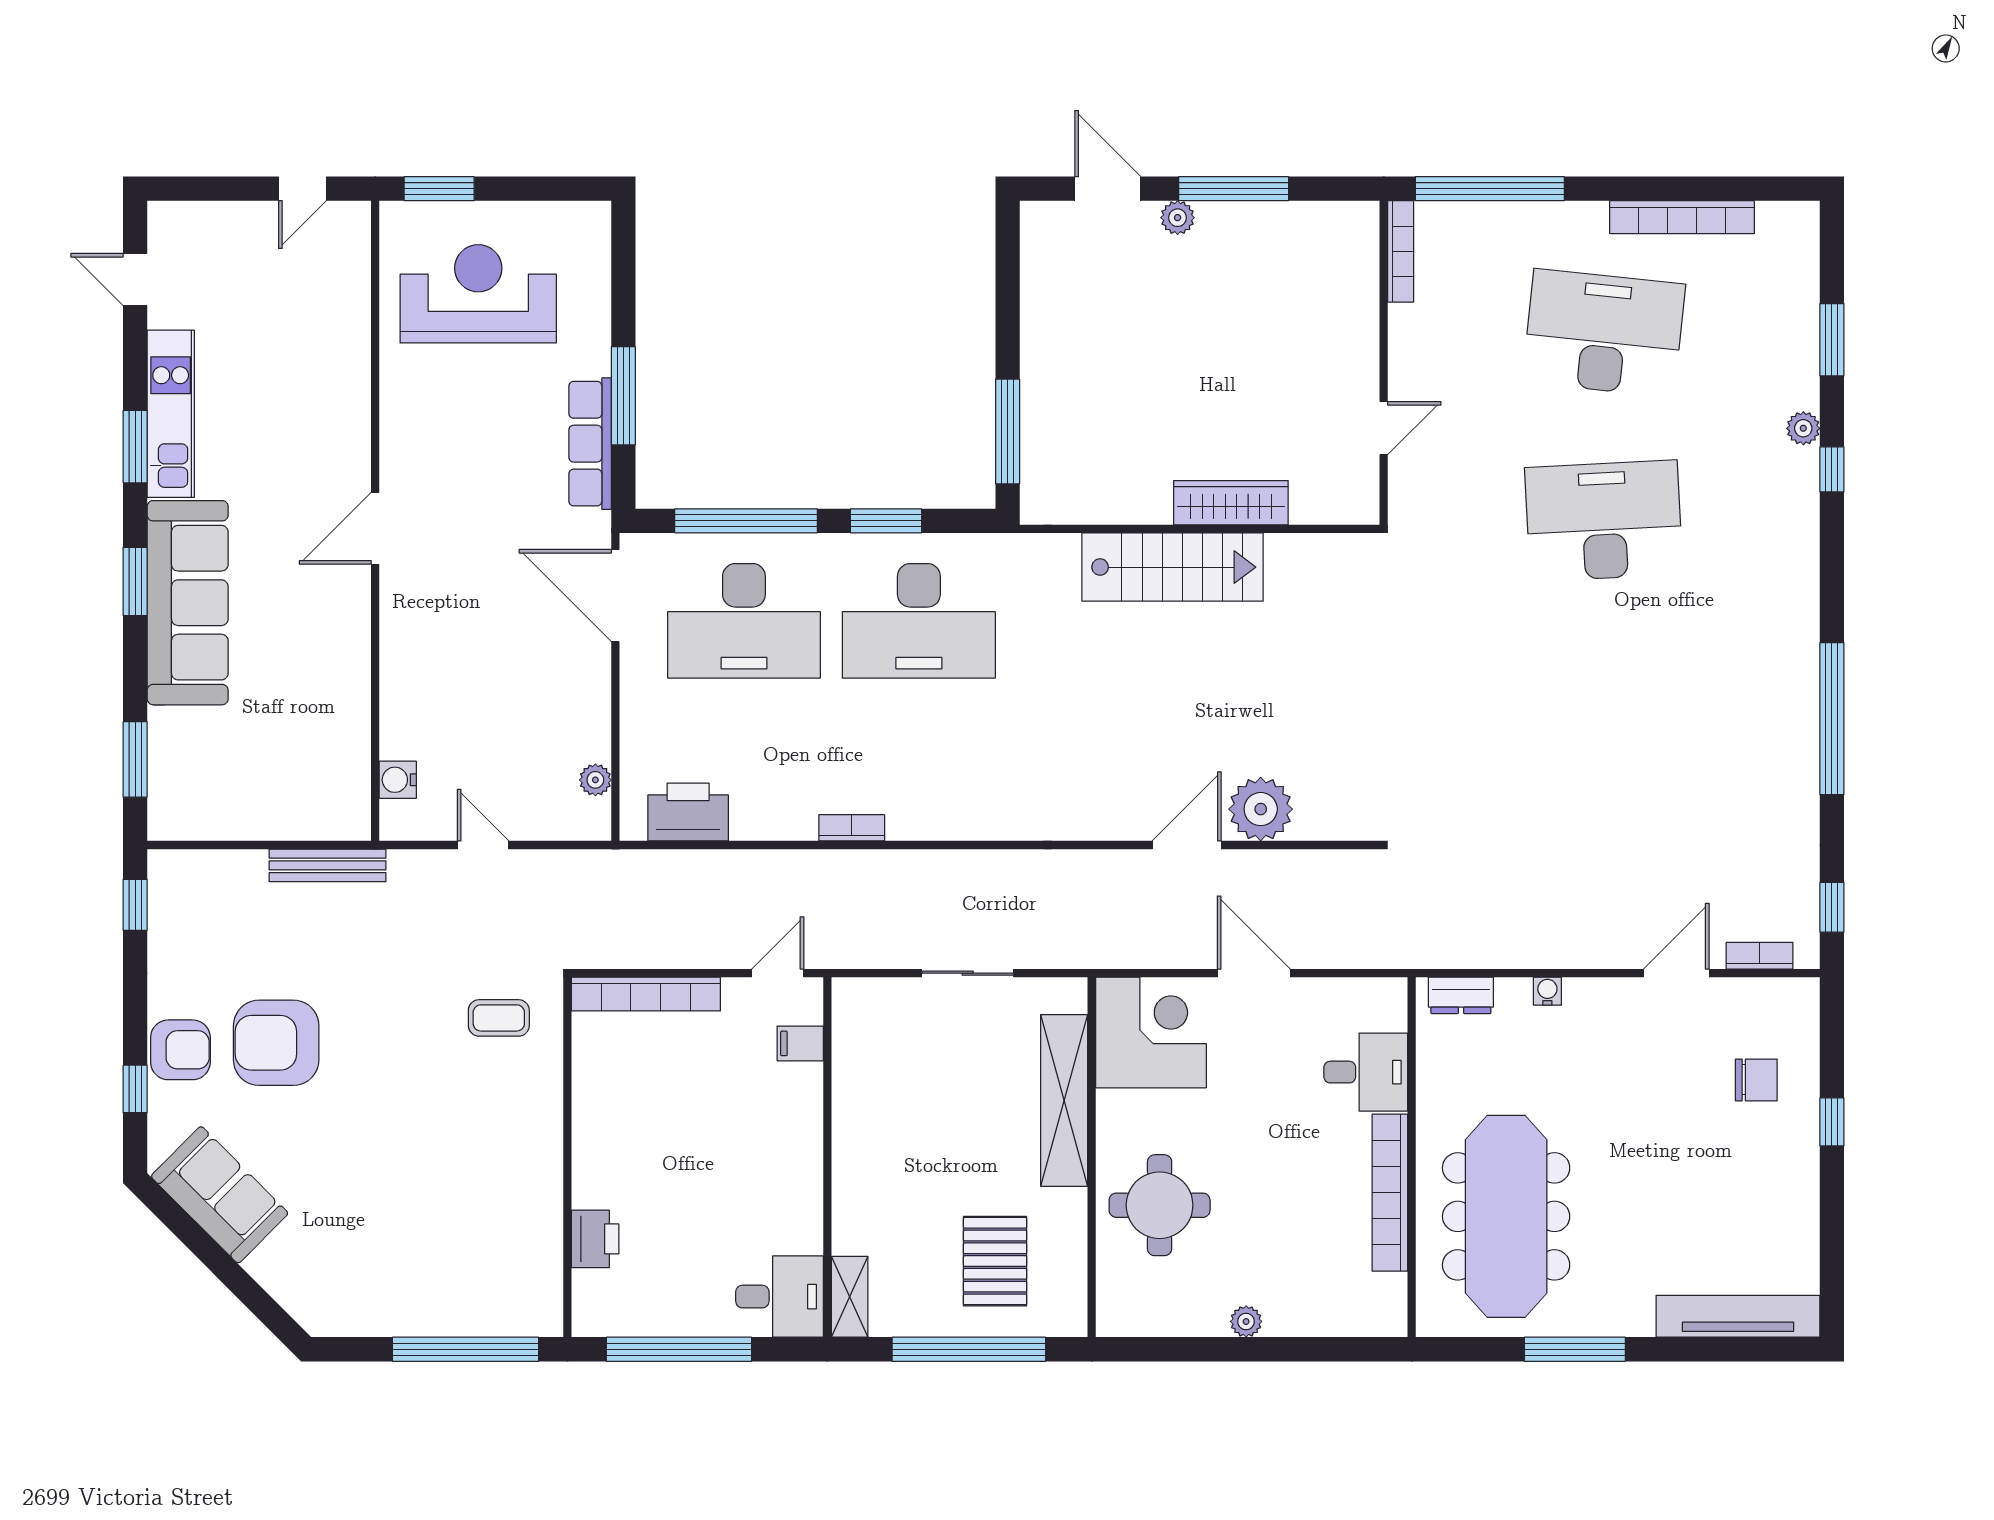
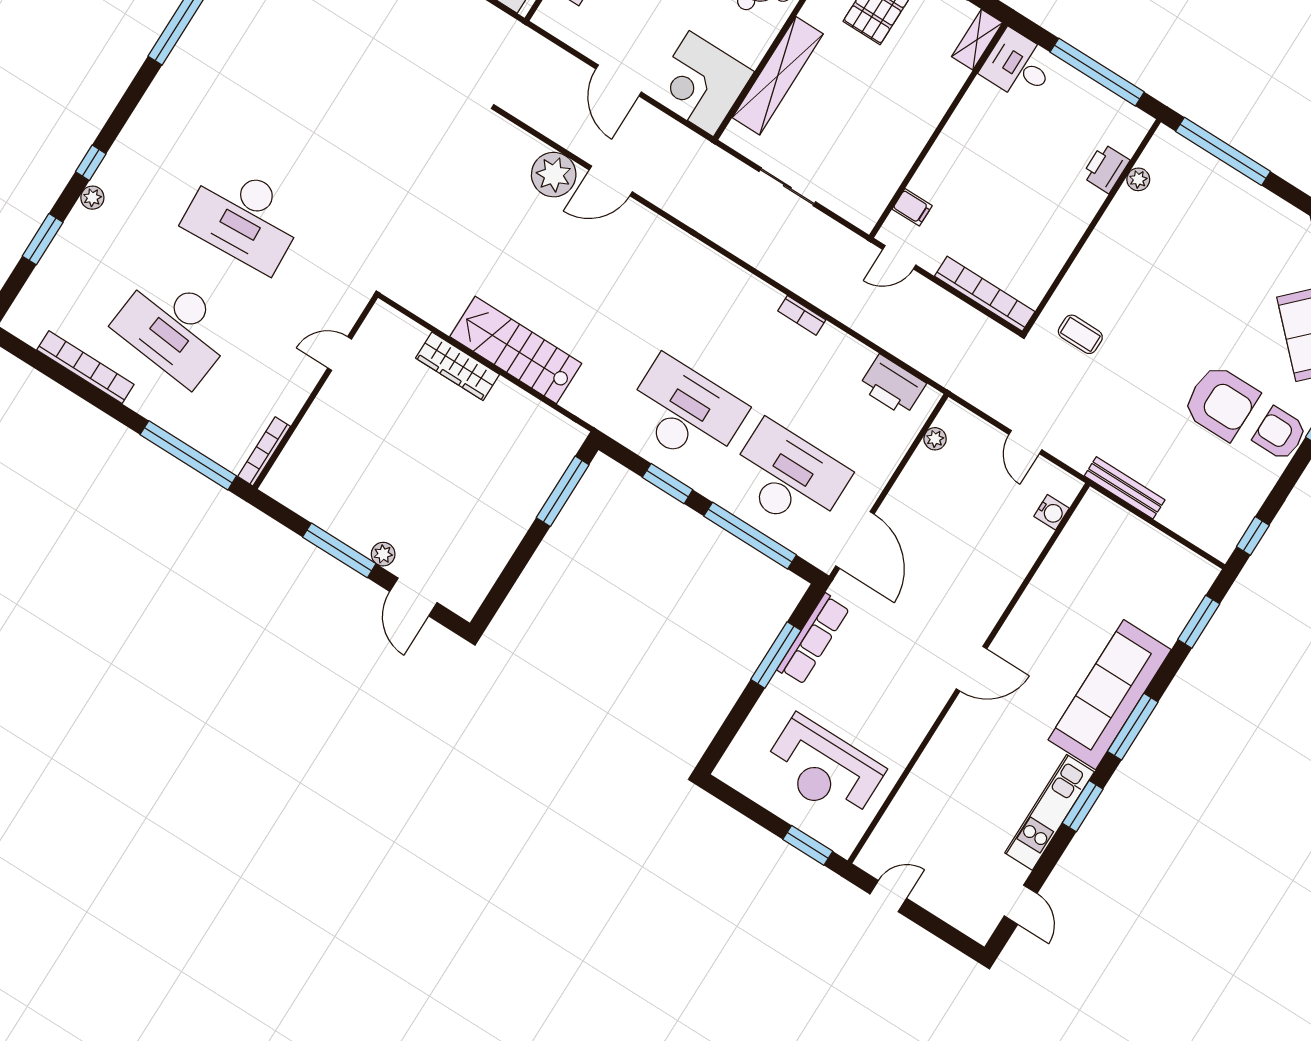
window: (135, 581) -> (1133, 727), width x1.44
plant: (547, 1250) -> (1138, 179), added

